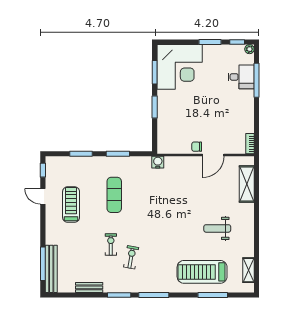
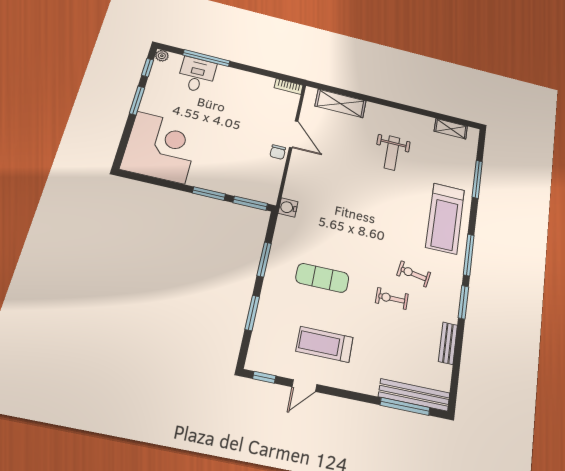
window: (155, 72) -> (250, 203), moved
treadmill: (202, 272) -> (445, 218), moved

